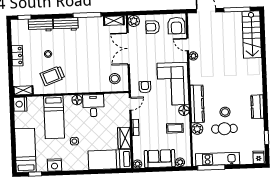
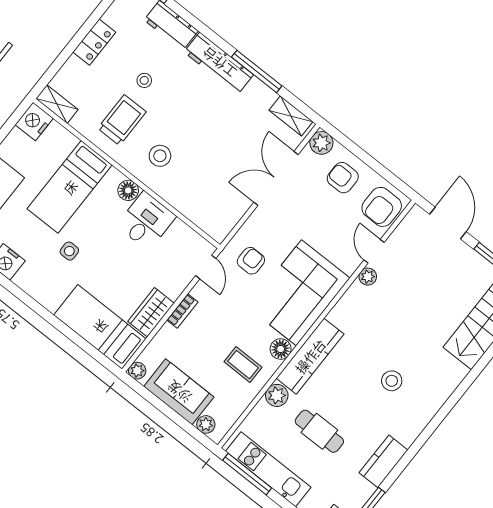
workbench: (66, 24) -> (219, 63), width x1.38
trolley: (52, 76) -> (122, 120), turned 110
stool: (115, 79) -> (160, 156), moved
door: (130, 104) -> (206, 267), hinge flipped
kitchen counter: (257, 107) -> (383, 461), moved
stool: (225, 112) -> (392, 381), moved

